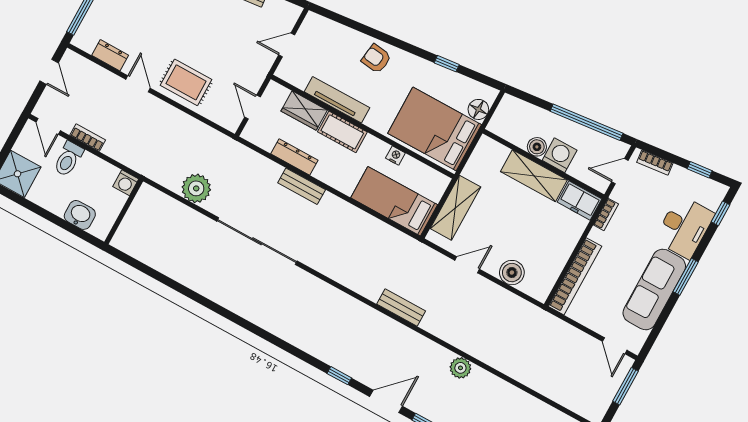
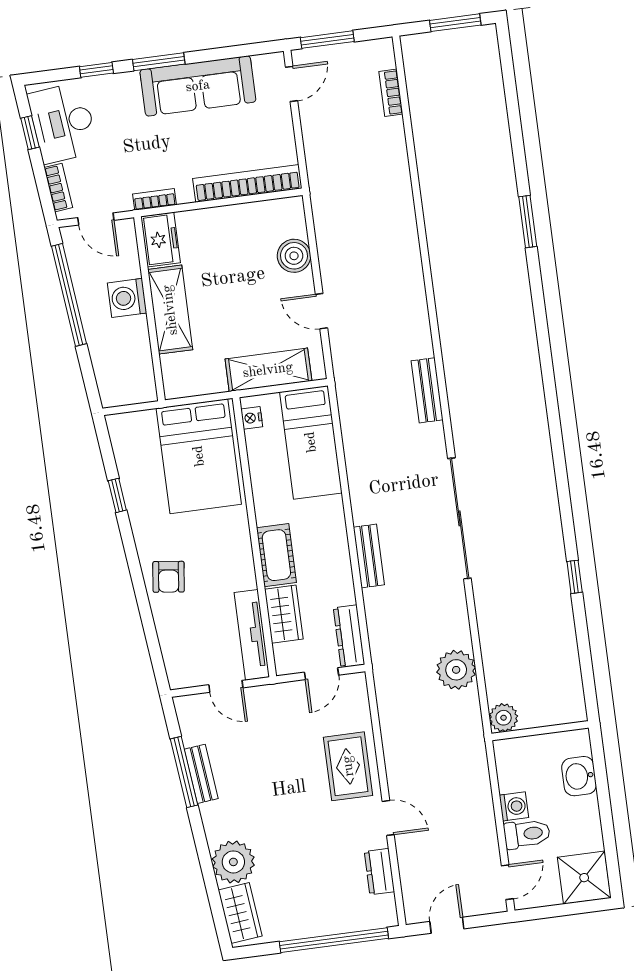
door: (138, 84) -> (388, 818), swing flipped
tv unit: (337, 100) -> (252, 635), moved
floor lamp: (478, 109) -> (142, 424), removed
bookcase: (88, 138) -> (391, 93), moved
boiler: (537, 147) -> (136, 330), removed
nightstand: (395, 156) -> (252, 418), moved
dresser: (294, 157) -> (349, 636), moved
washing machine: (126, 183) -> (514, 806), moved
window: (720, 213) -> (96, 70), moved
desk: (684, 227) -> (63, 123), moved, turned -96
sliding door: (257, 241) -> (459, 518), moved
bench: (401, 308) -> (427, 390), moved
plant: (460, 368) -> (504, 718), moved
window: (339, 376) -> (575, 577), moved
door: (386, 401) -> (537, 290), removed

